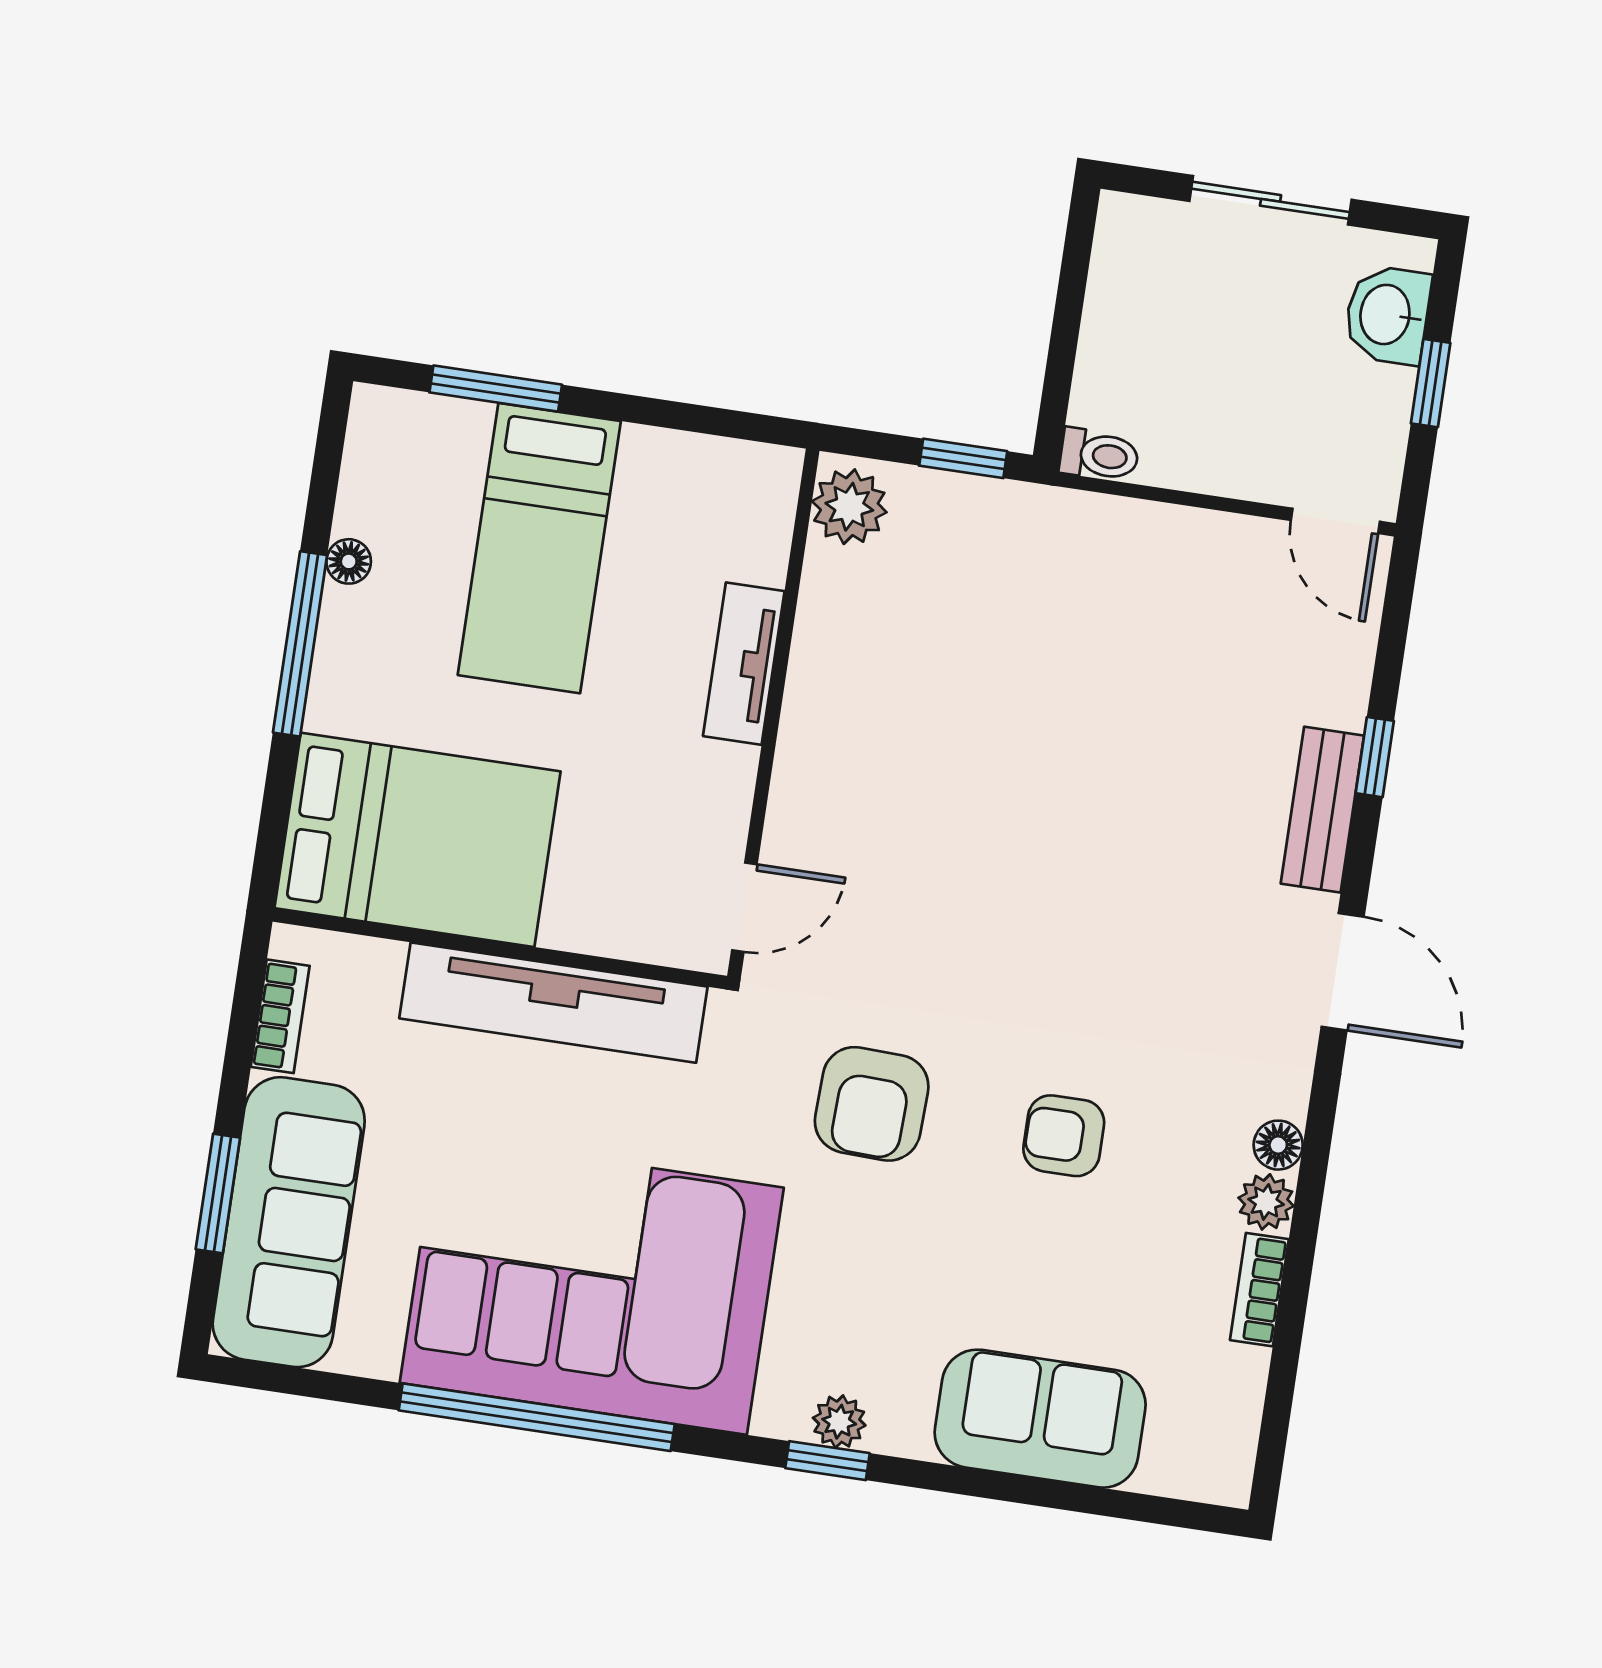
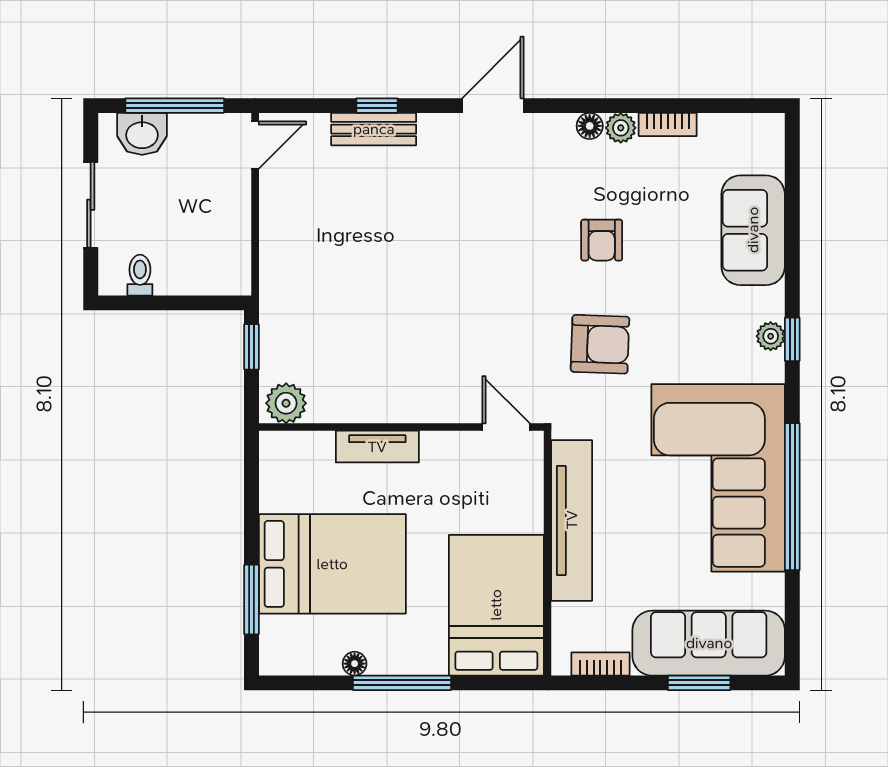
window: (1431, 383) -> (175, 106), width x2.17
toilet: (1099, 455) -> (140, 275), moved
bed: (539, 548) -> (332, 564), width x1.50
bench: (1322, 810) -> (374, 129), moved

